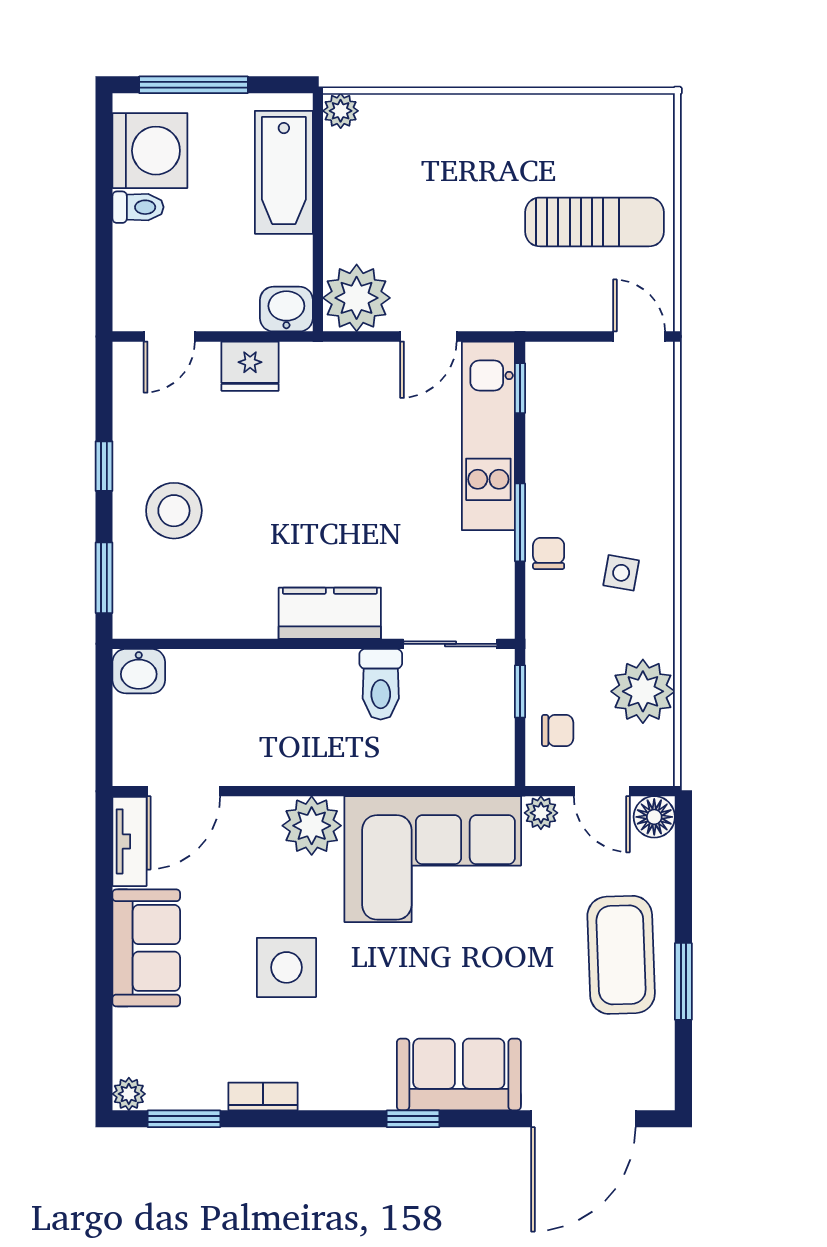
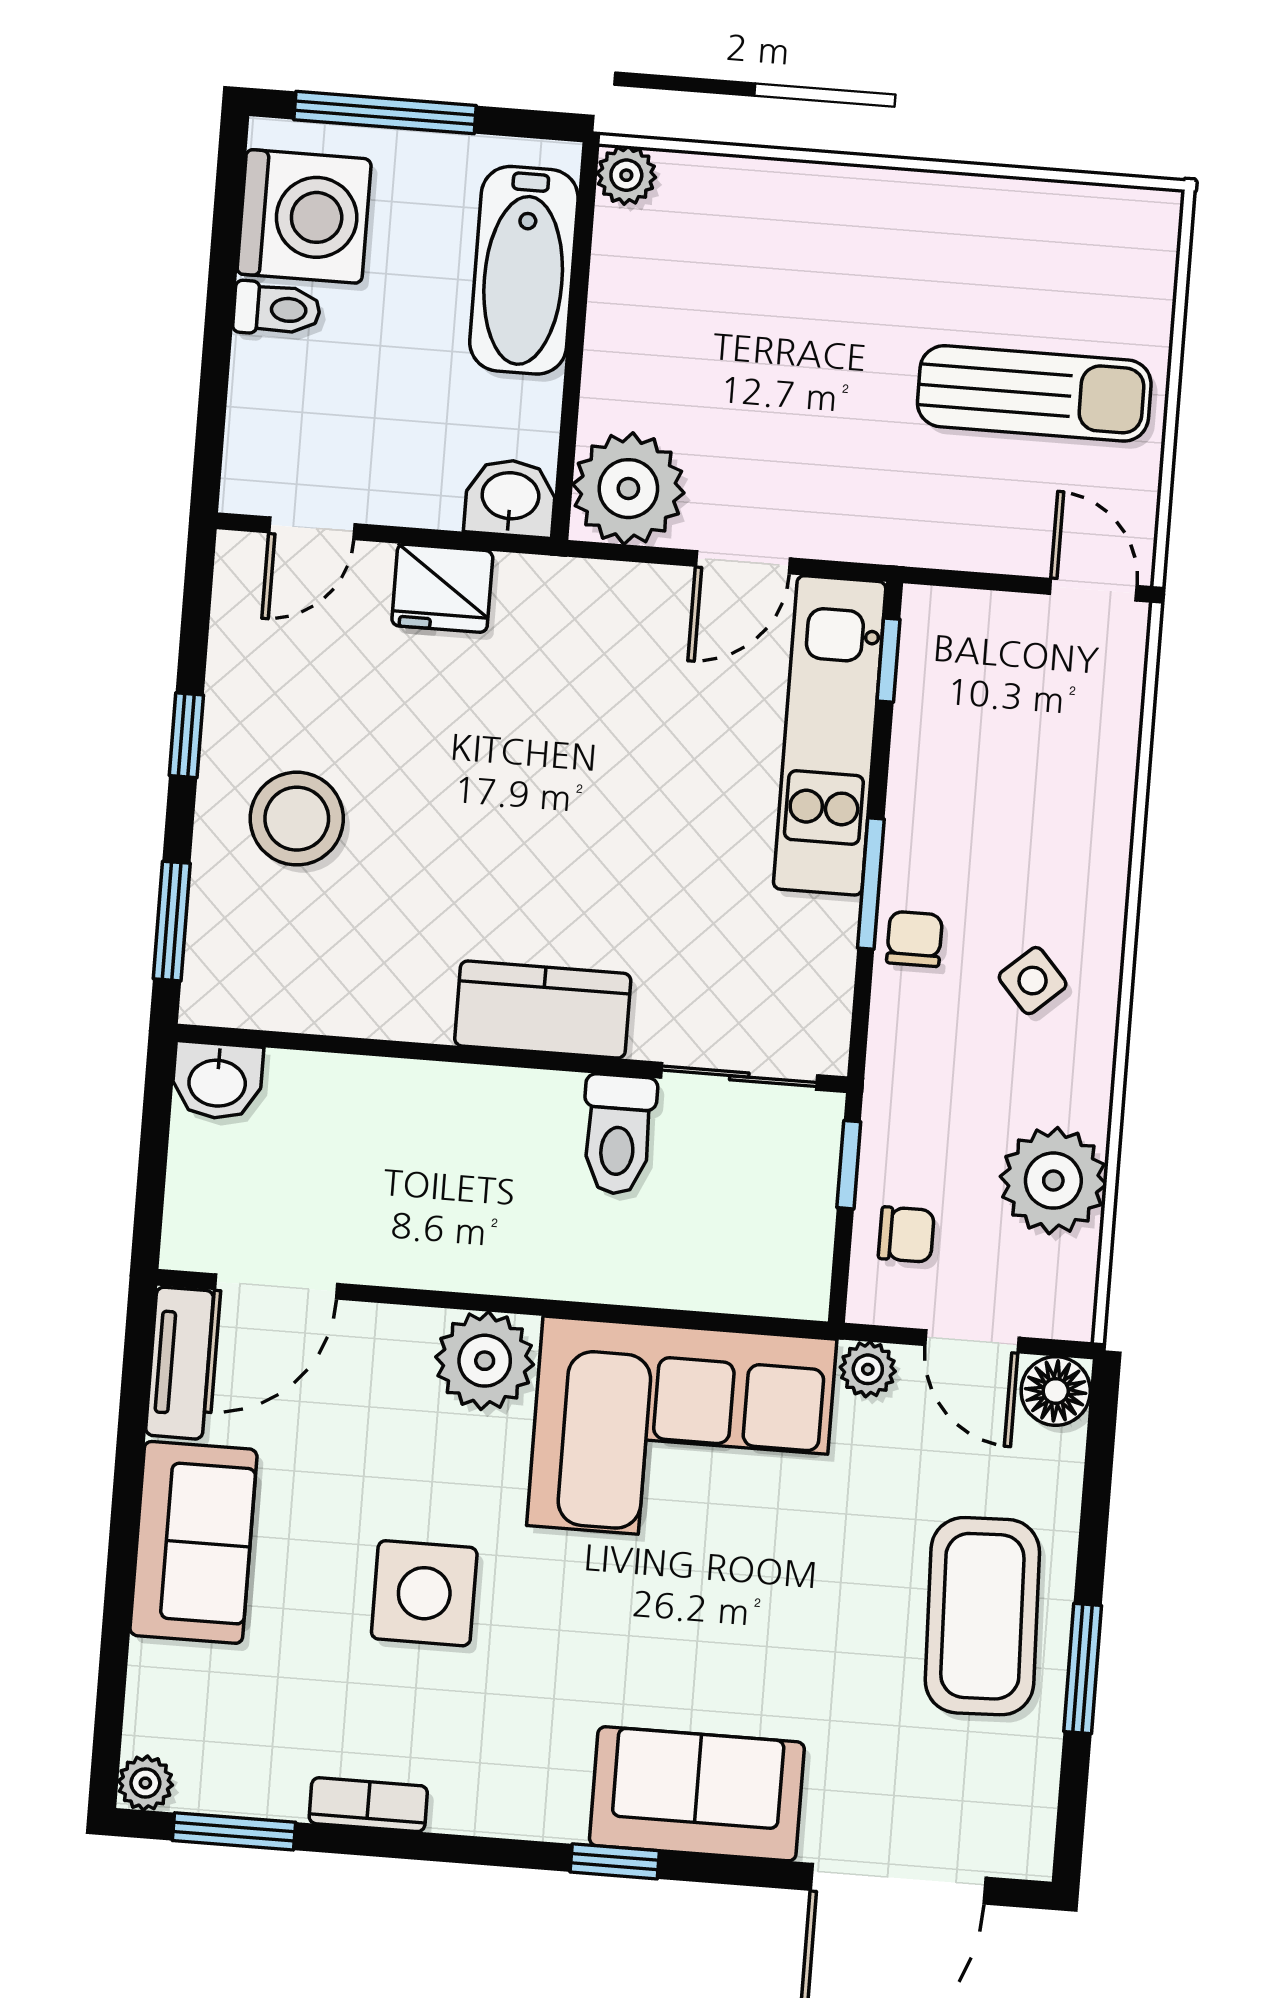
side table: (621, 573) -> (1033, 981), turned 38

